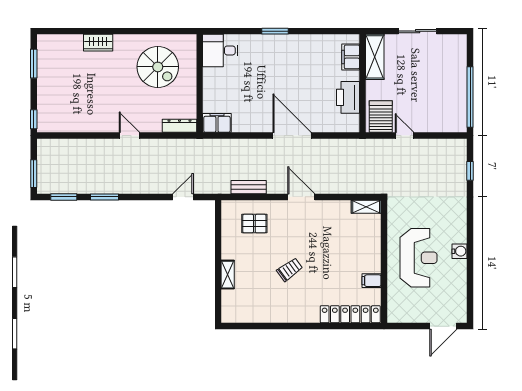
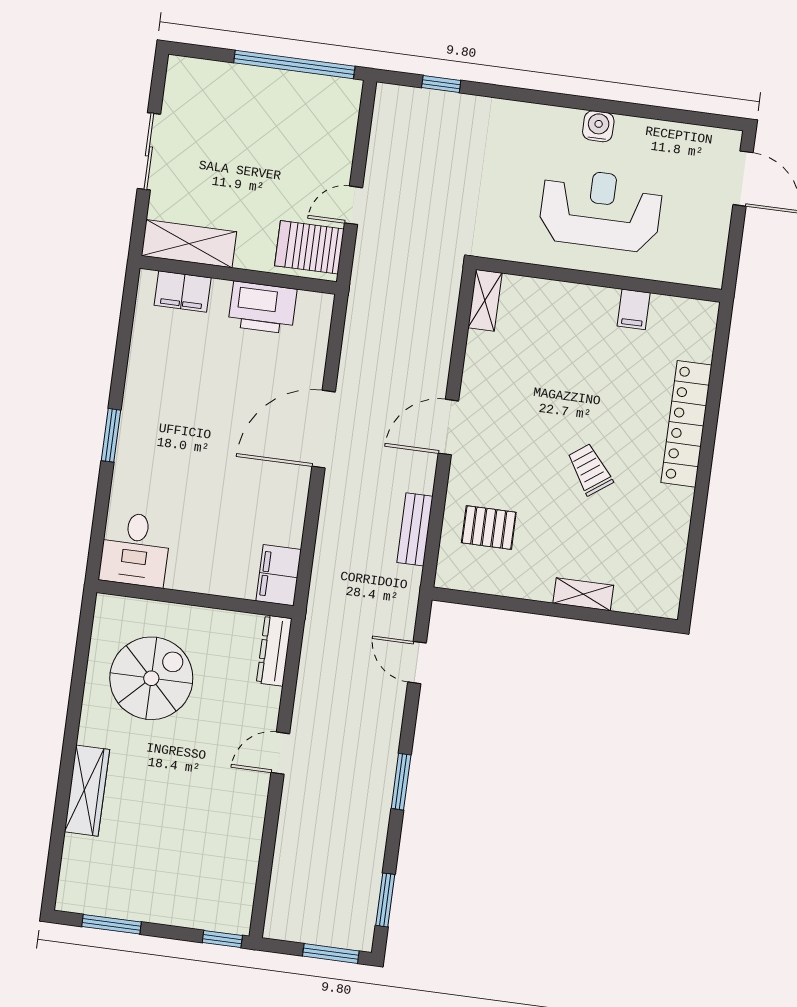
wardrobe: (98, 43) -> (87, 791), width x1.50
window: (105, 197) -> (401, 782), moved
pallet: (254, 224) -> (489, 528), turned 90
locker: (350, 314) -> (686, 424), moved

